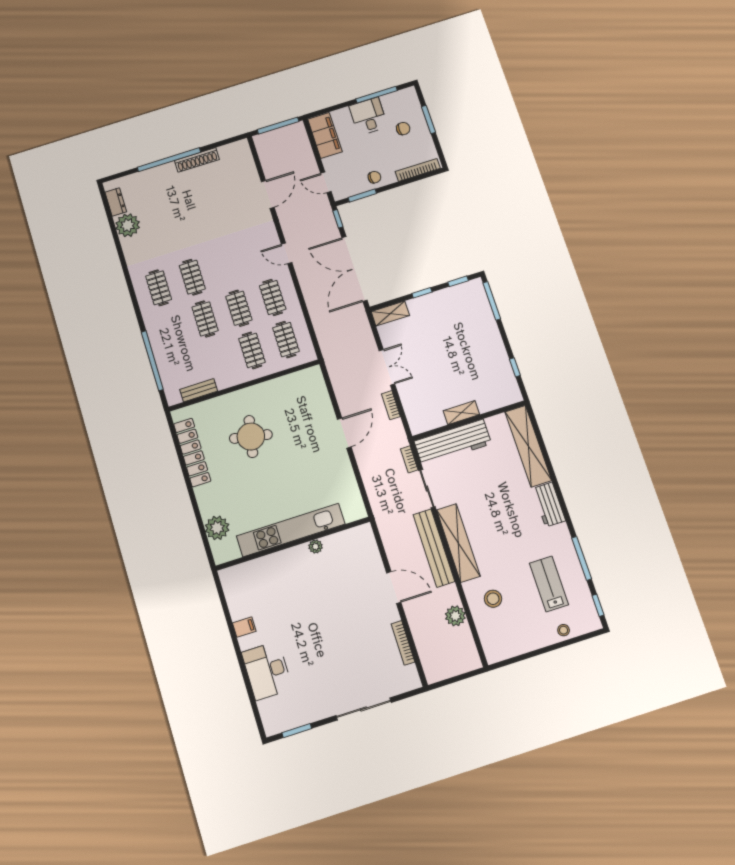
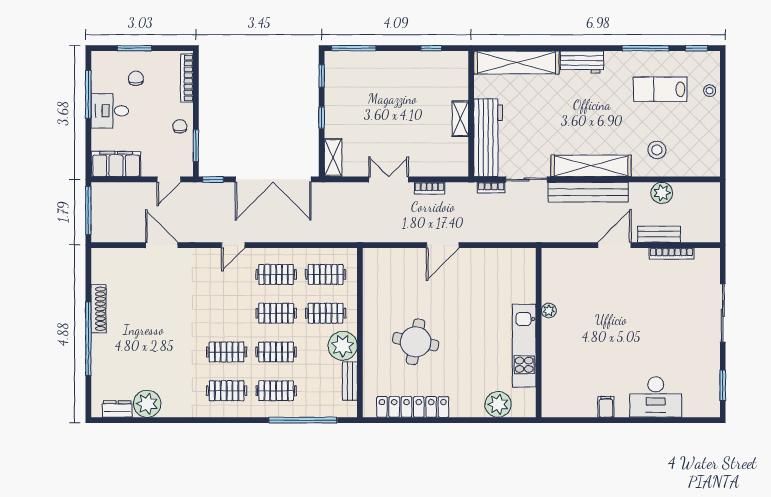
clothes rail: (171, 330) -> (276, 391), added
plant: (228, 374) -> (343, 346), added
door: (344, 433) -> (443, 245), swing flipped
kitchen unit: (291, 530) -> (524, 346), width x0.73
bench: (417, 625) -> (659, 234), added

